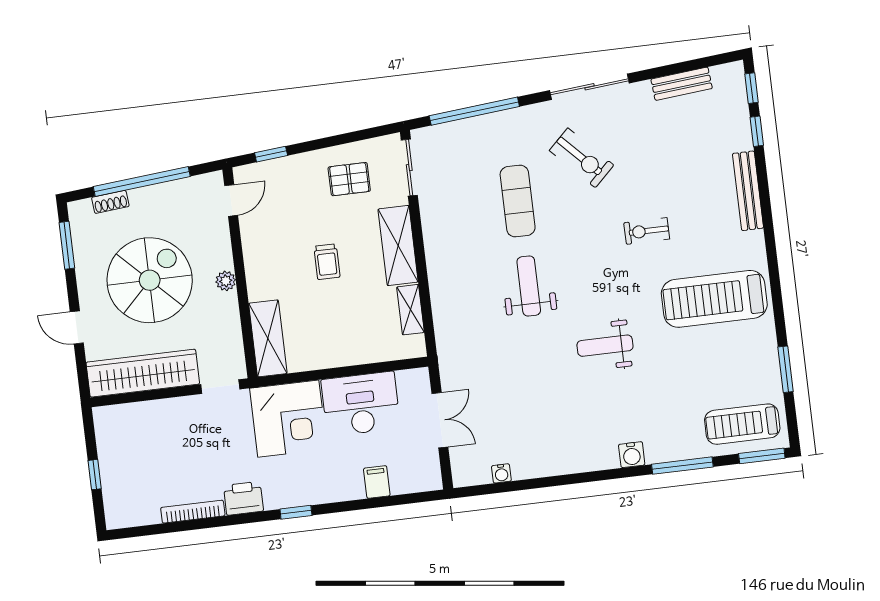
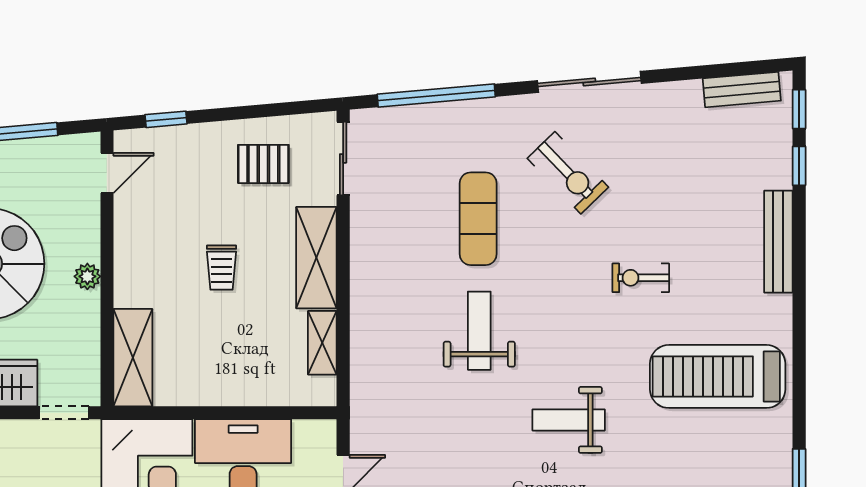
bench: (682, 84) -> (742, 90), moved

